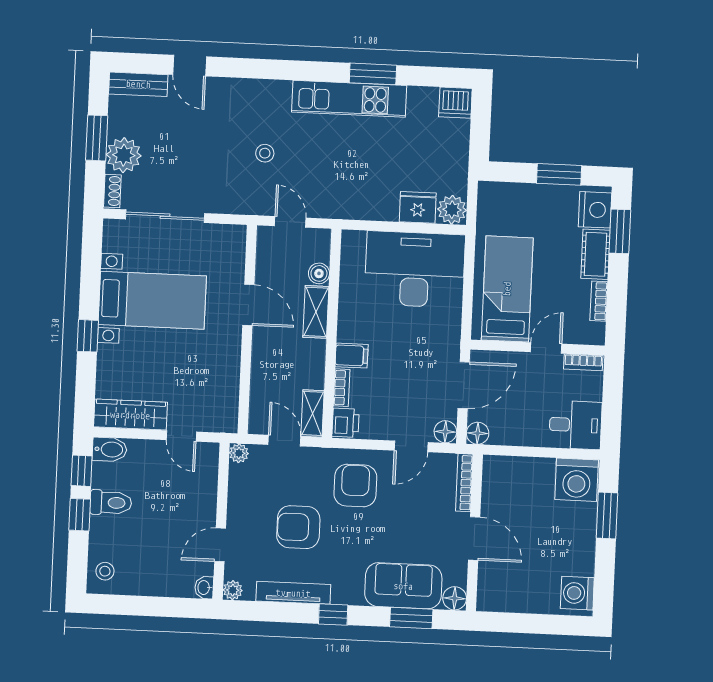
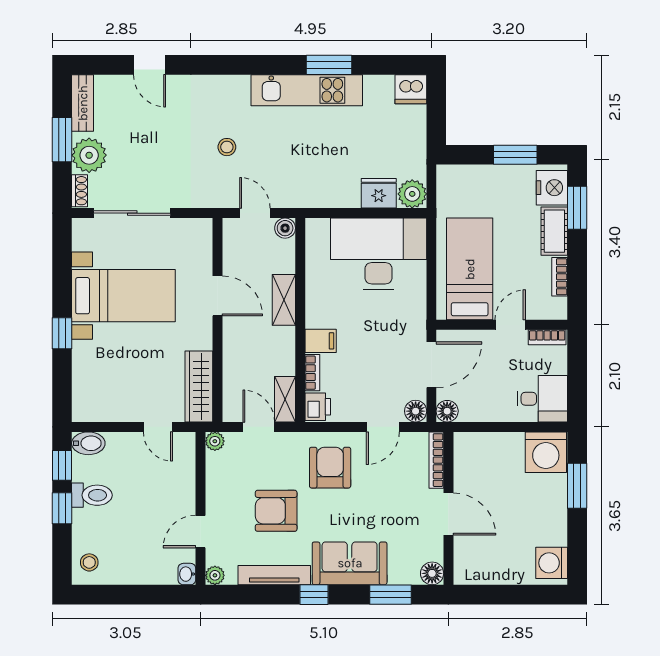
bench: (138, 84) -> (83, 103), moved, turned 90
boiler: (319, 273) -> (285, 228), moved
wardrobe: (130, 415) -> (199, 387), moved, turned -90
sofa: (403, 586) -> (350, 563), moved

